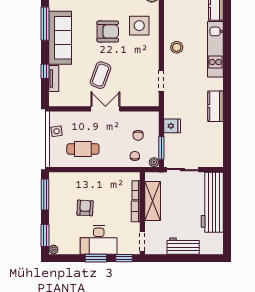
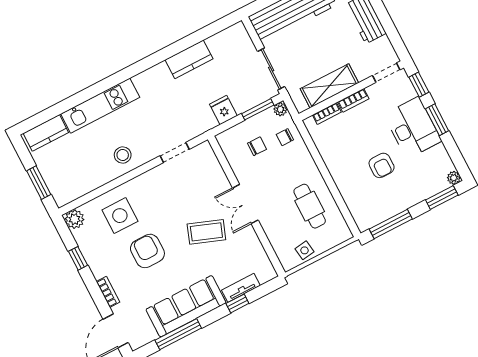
kitchen counter: (216, 106) -> (189, 59), moved
armchair: (85, 208) -> (382, 165), turned -93

